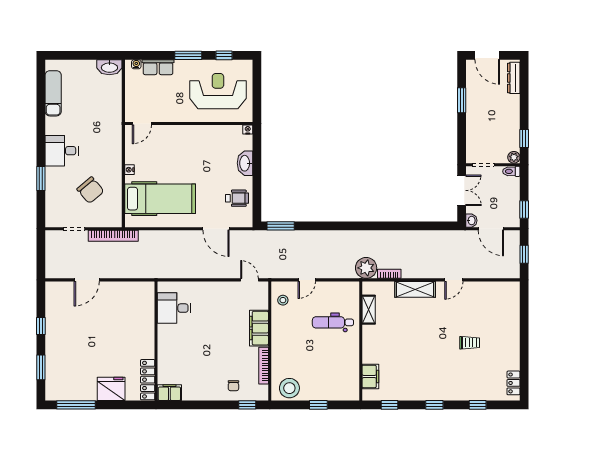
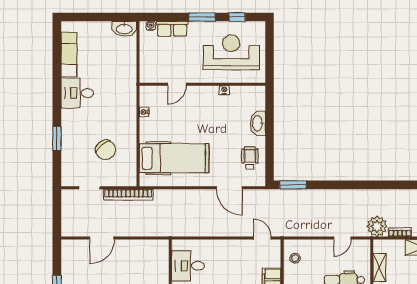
door: (142, 124) -> (177, 84), moved
nightstand: (248, 130) -> (224, 90), moved
desk: (62, 151) -> (77, 93), moved
nightstand: (129, 170) -> (144, 112), moved
wheelchair: (237, 198) -> (250, 158), turned -90
door: (307, 280) -> (342, 238), moved

